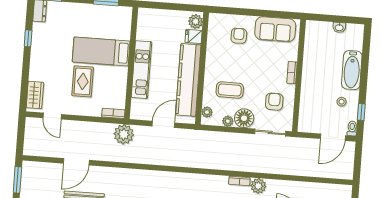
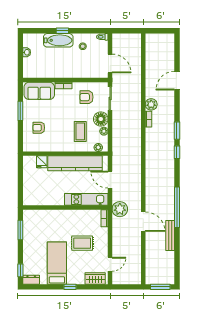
window: (263, 13) -> (20, 111), added
plant: (196, 21) -> (30, 161), removed
sofa: (275, 29) -> (39, 91), moved, turned 90
window: (28, 38) -> (70, 287), moved
bed: (101, 51) -> (57, 263), moved, turned 180
kitchen unit: (141, 70) -> (86, 199), moved
window: (361, 112) -> (62, 31), moved
door: (333, 137) -> (110, 63), moved
door: (76, 162) -> (143, 222), moved

